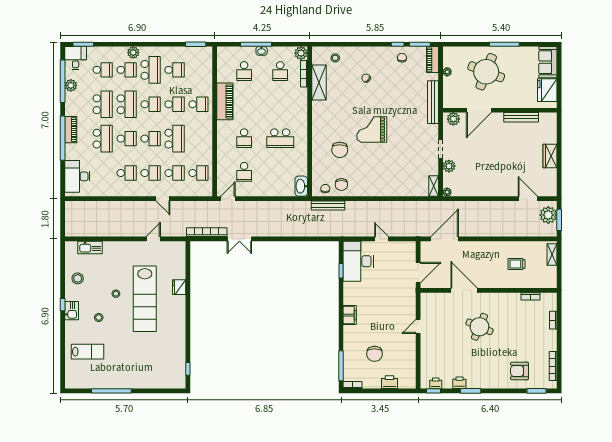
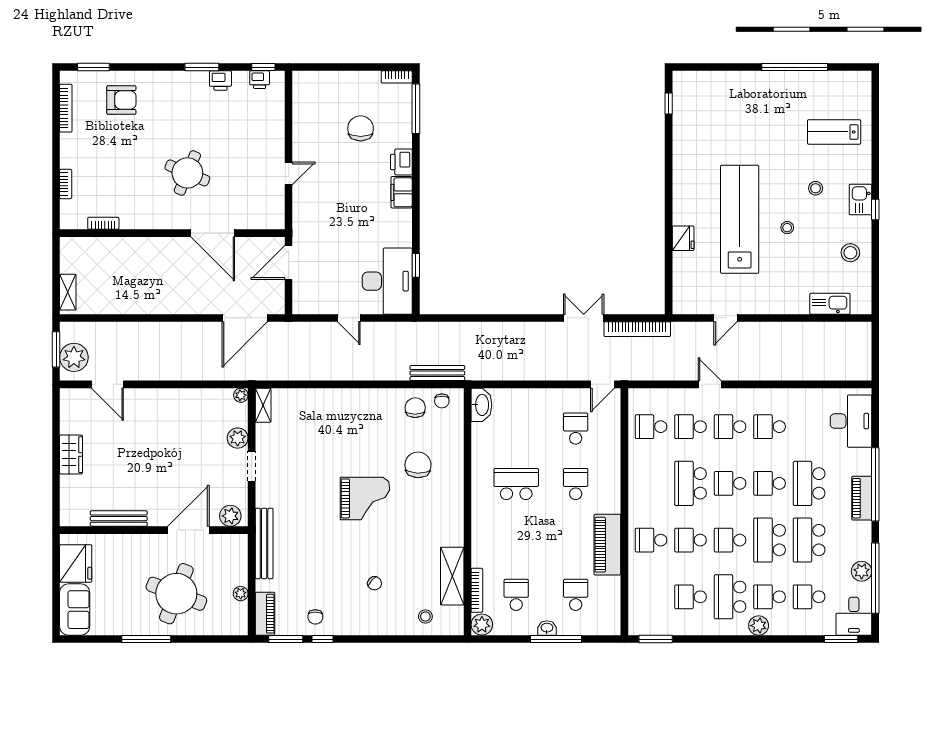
trolley: (517, 264) -> (126, 277), removed
printer: (390, 382) -> (401, 162), moved, turned 90

